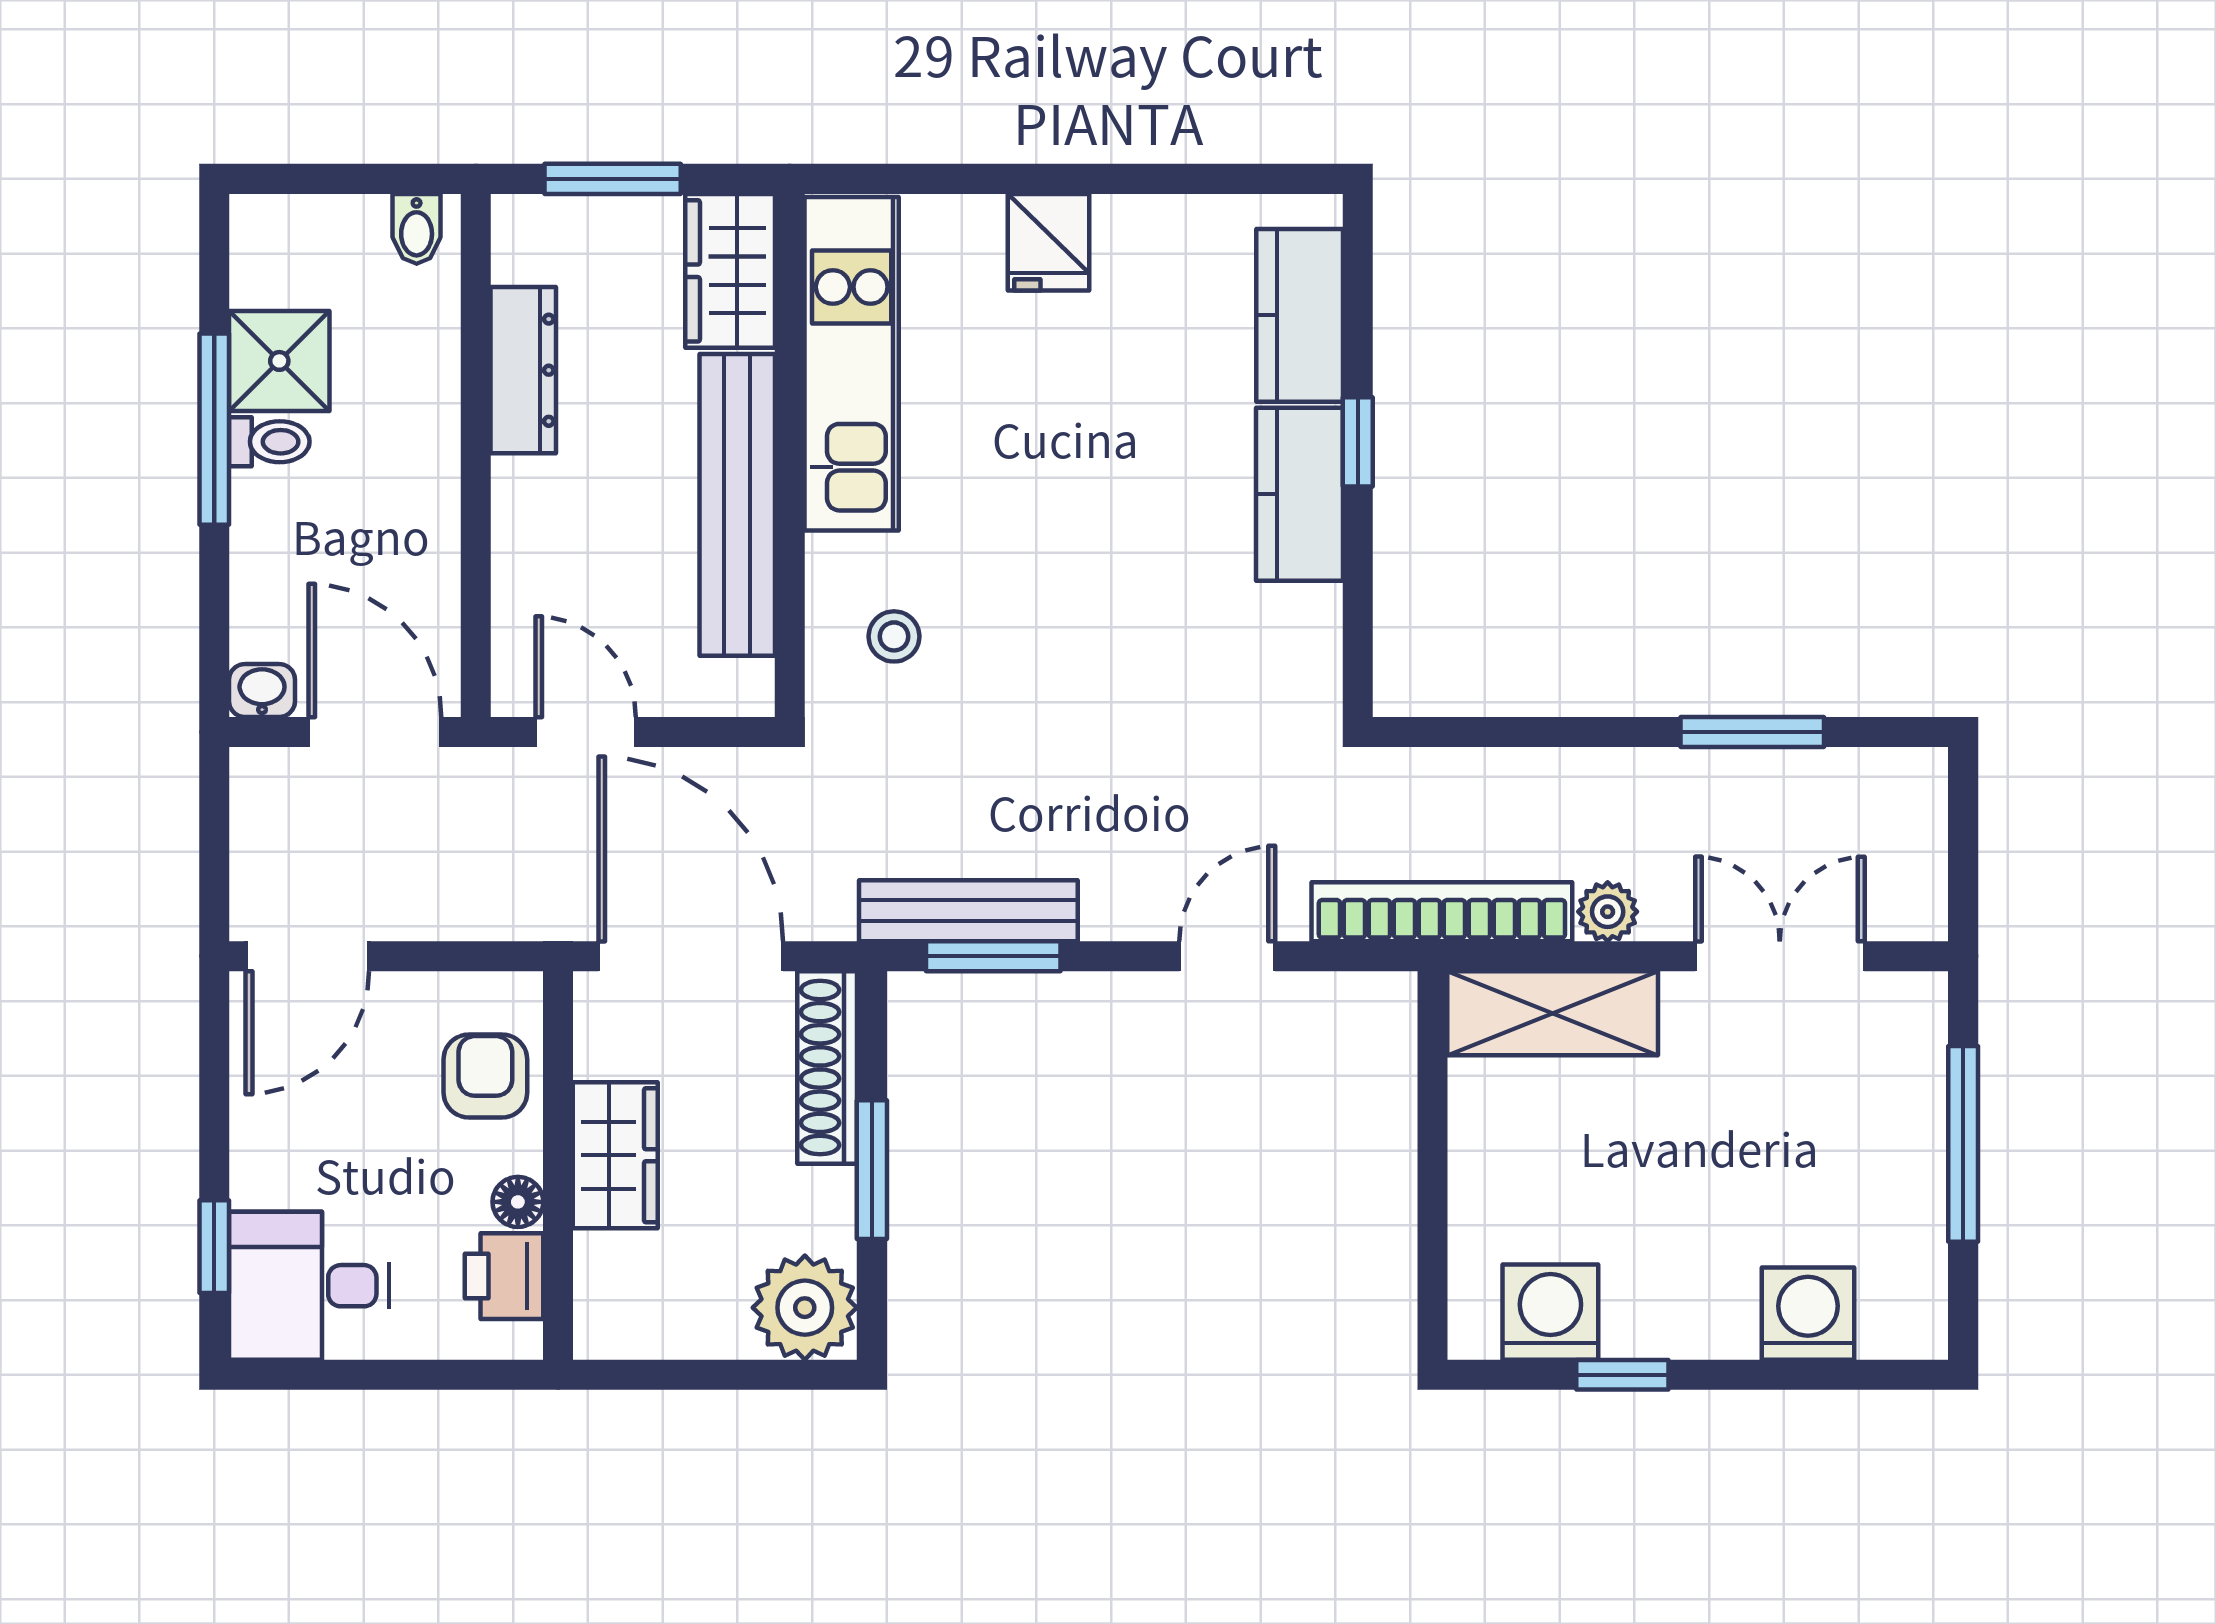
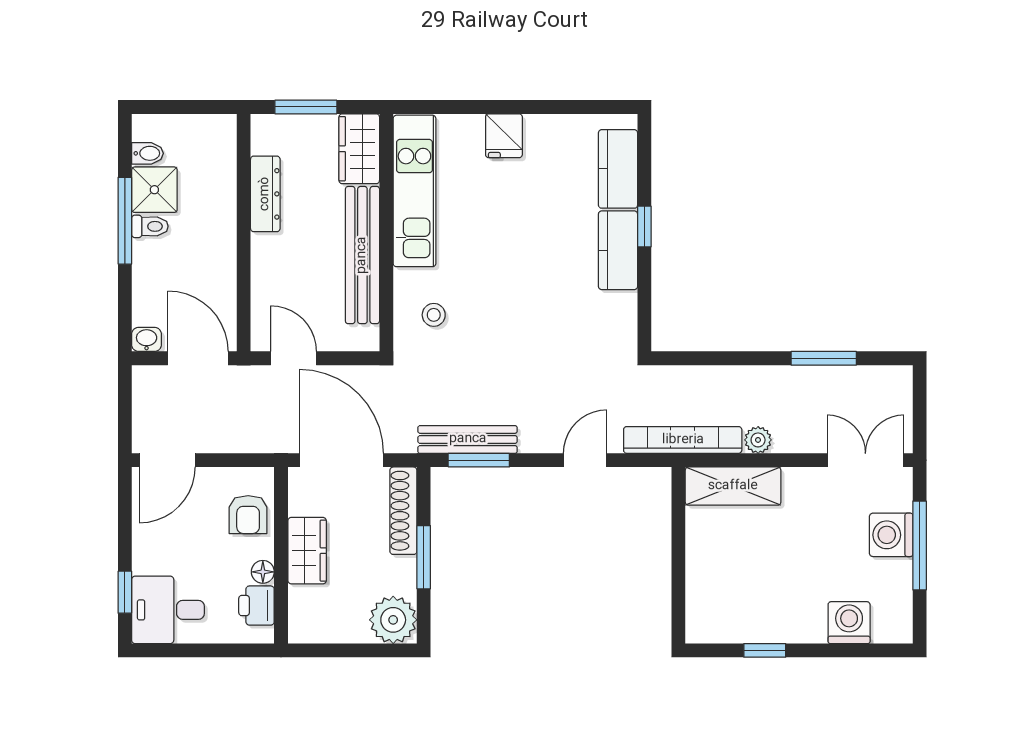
bidet: (417, 229) -> (148, 153), moved, turned -90
double door: (1780, 956) -> (865, 460), moved
armchair: (485, 1076) -> (248, 515), turned 180
washing machine: (1550, 1312) -> (891, 535), moved, turned -90

